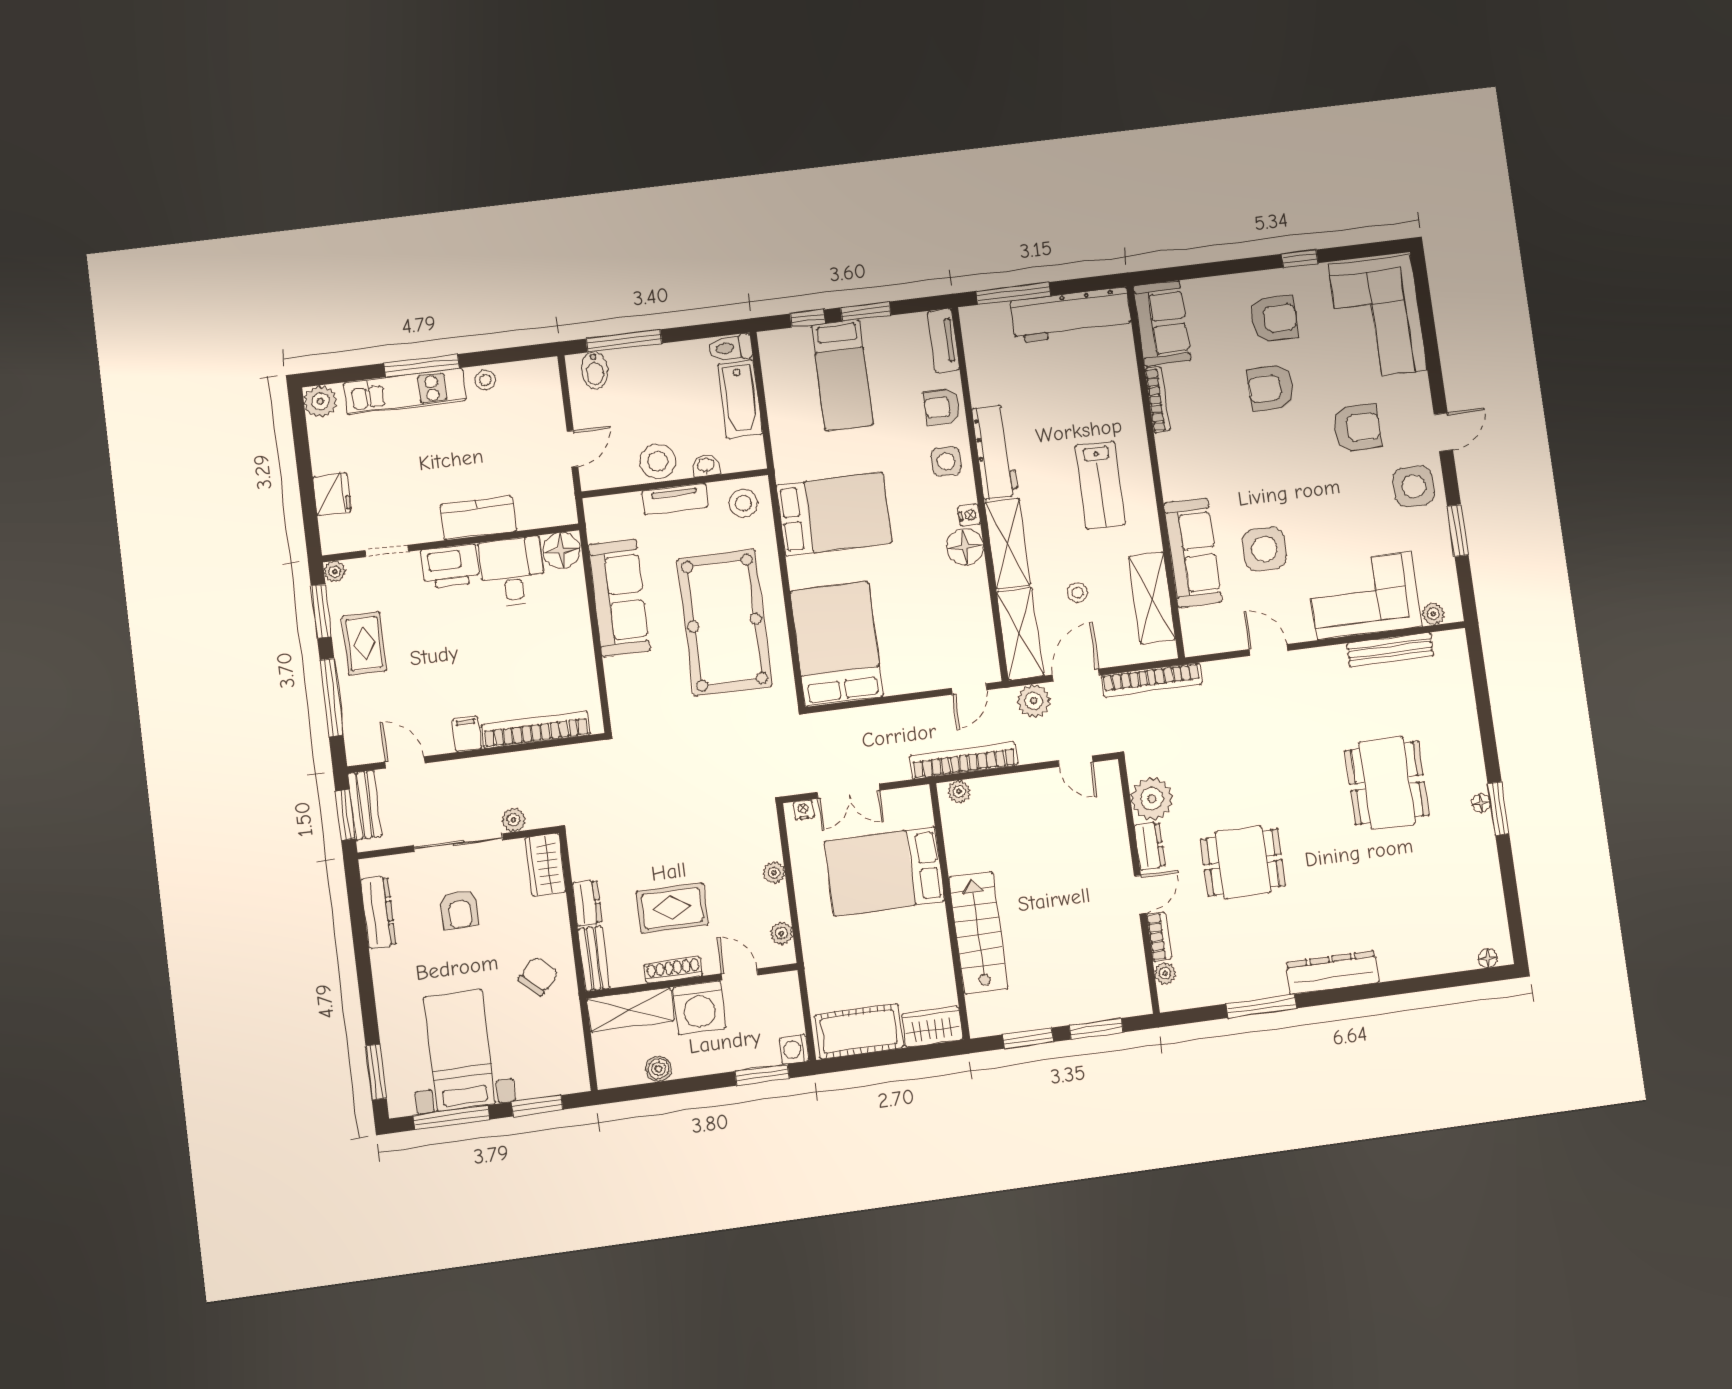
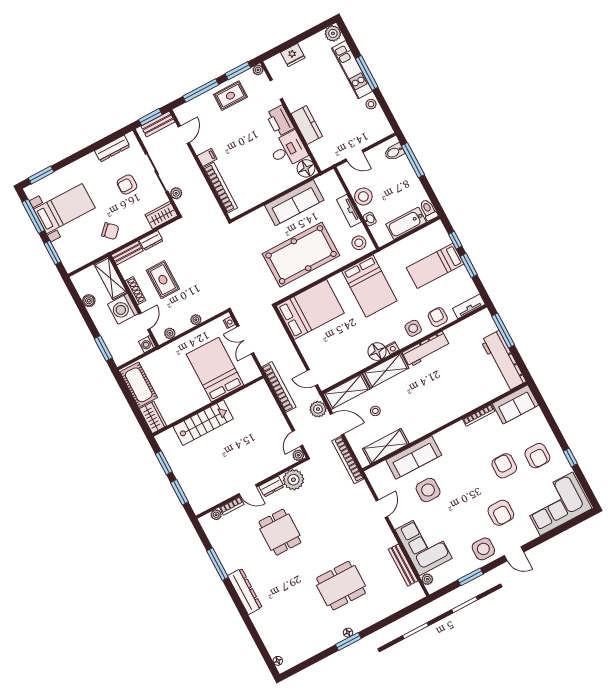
lab bench: (1100, 485) -> (429, 403), removed
plant: (959, 792) -> (298, 455), moved
washing machine: (794, 1049) -> (147, 344), moved, turned -90

